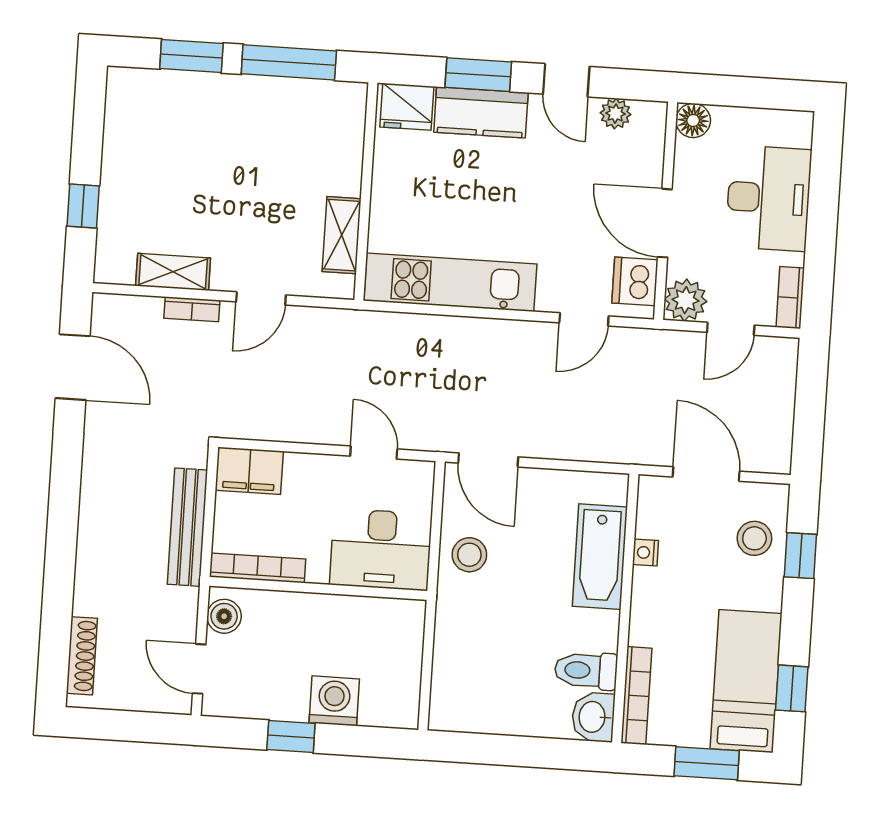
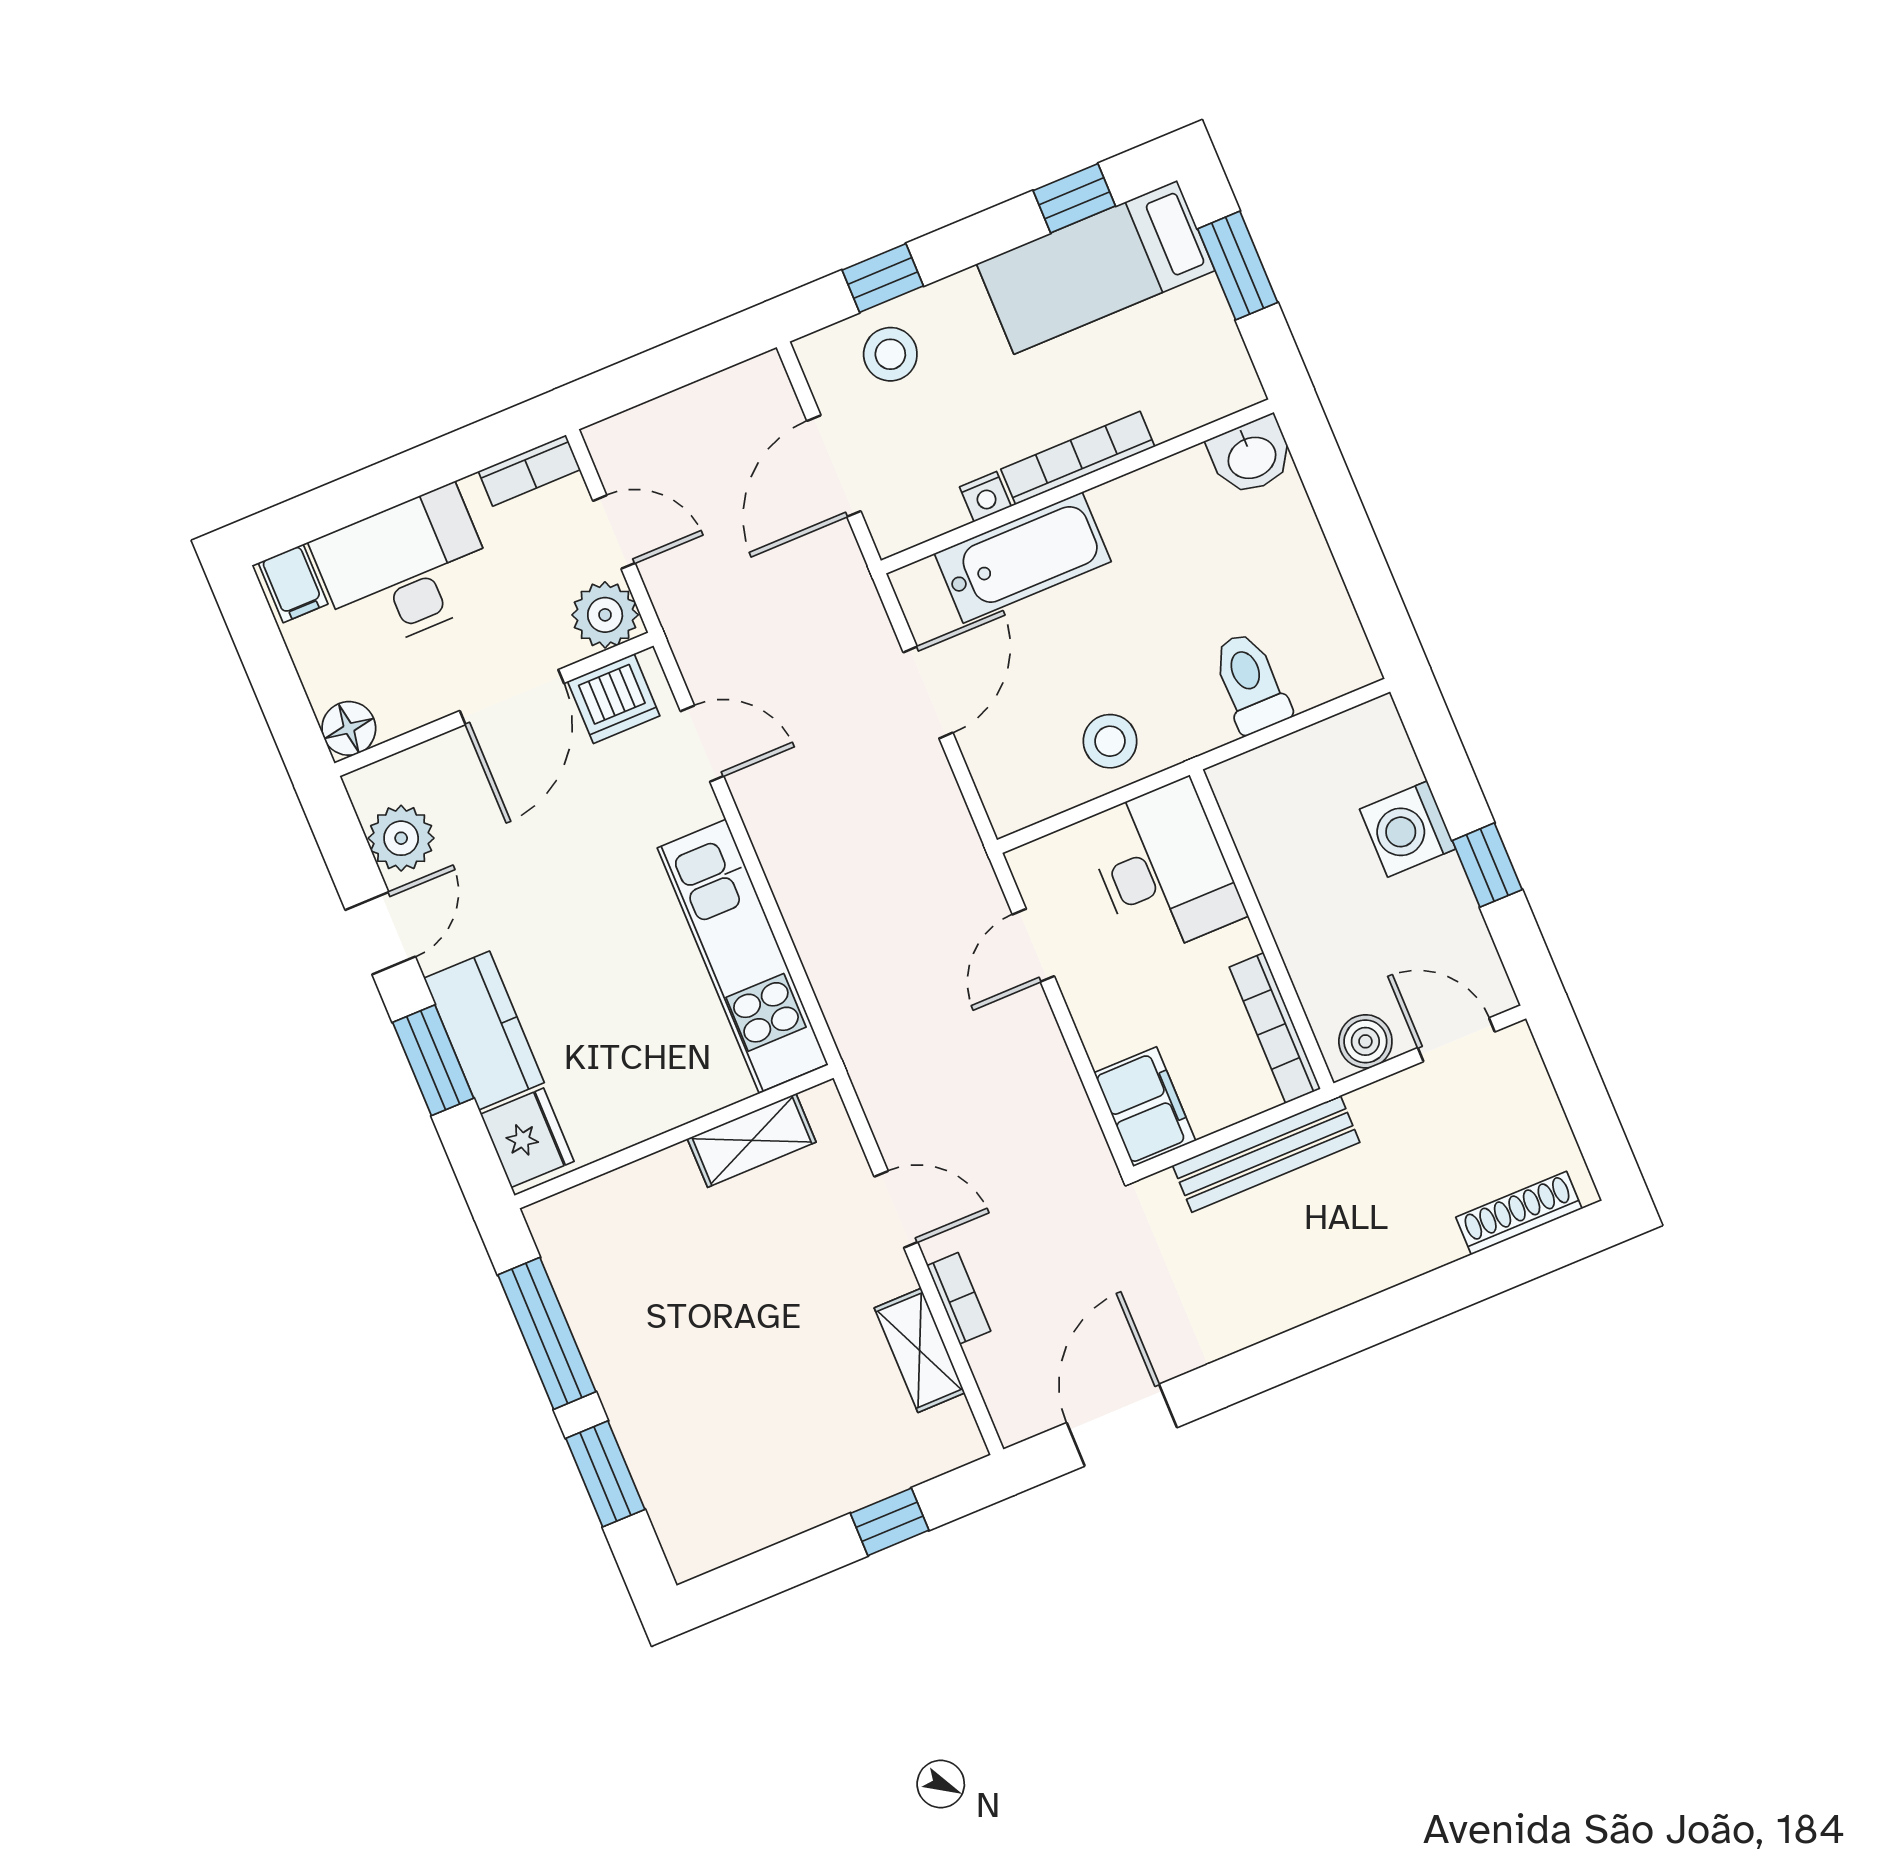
plant: (615, 114) -> (401, 838), width x1.38, depth x1.38
filing cabinet: (792, 130) -> (293, 583), added
door: (488, 460) -> (928, 692), moved
door: (199, 669) -> (1456, 1040), swing flipped
toilet: (586, 671) -> (1250, 683), moved, turned 180
bookcase: (636, 696) -> (1078, 458), moved

